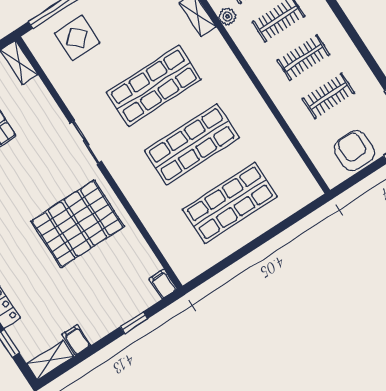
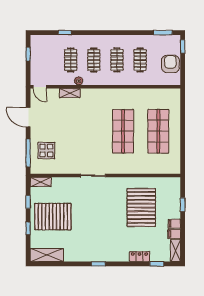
shop shelf: (154, 86) -> (88, 131), removed
armchair: (354, 151) -> (170, 64), turned 90
pallet: (78, 224) -> (141, 207), moved
filing cabinet: (163, 284) -> (174, 224), moved

